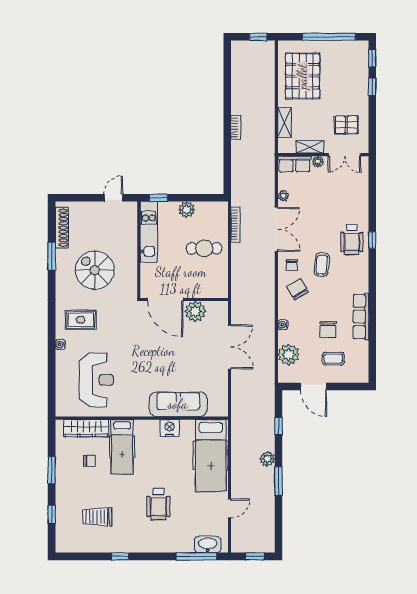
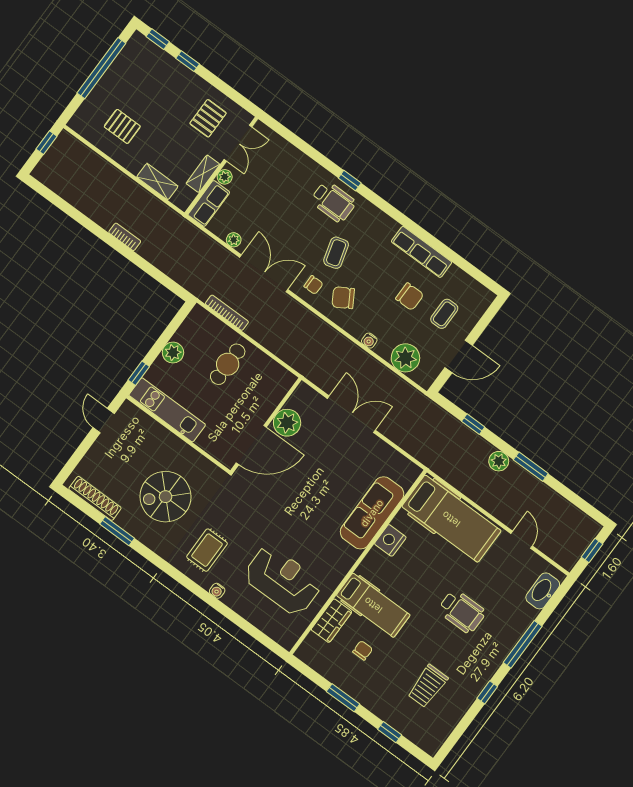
pallet: (302, 76) -> (122, 126), width x0.49, depth x0.50
coffee table: (322, 264) -> (336, 253), turned 68
wardrobe: (86, 428) -> (331, 621), width x0.67
window: (196, 556) -> (523, 644), moved

